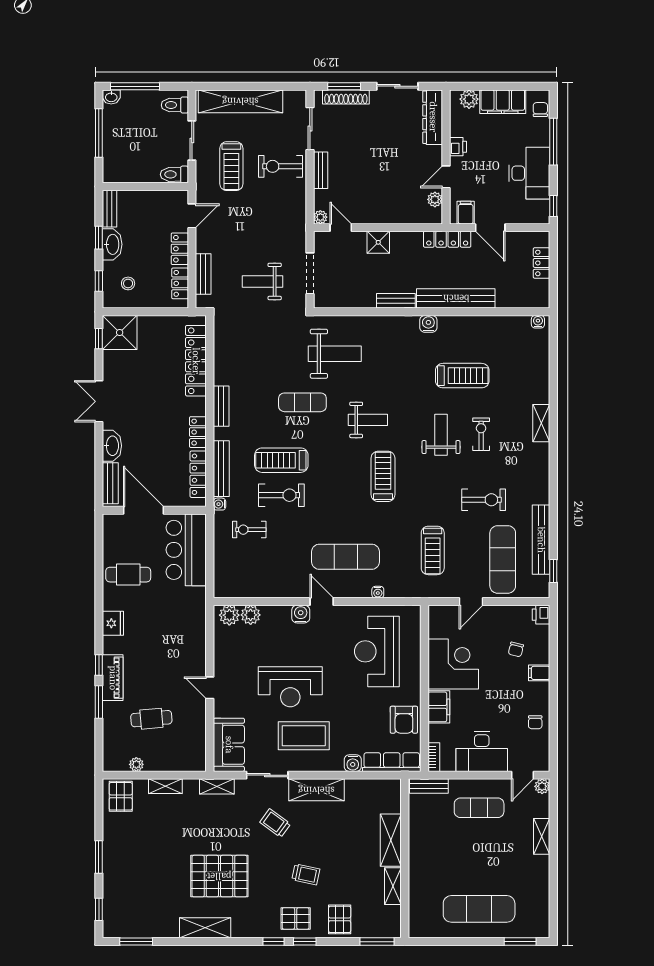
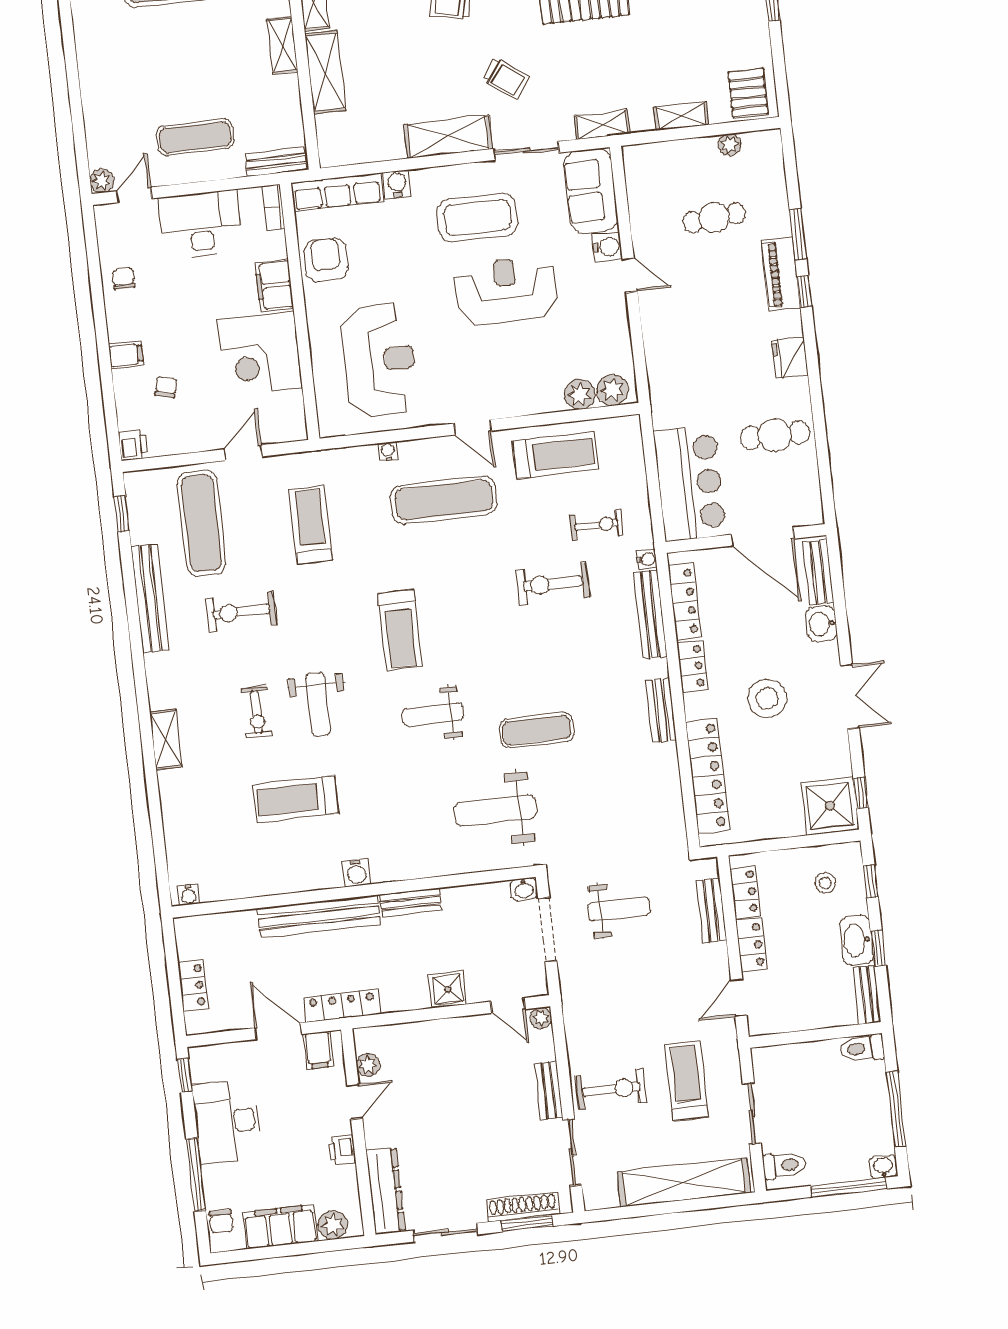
toilet: (174, 174) -> (862, 1048), moved, turned 180
washbasin: (322, 301) -> (524, 889), added
stool: (152, 406) -> (767, 698), added
washbasin: (112, 446) -> (821, 624), width x0.72
treadmill: (281, 460) -> (556, 455), moved
bench: (541, 540) -> (150, 598), moved
water cooler: (301, 614) -> (607, 247), moved, turned -90
shelving: (542, 836) -> (282, 45), moved

